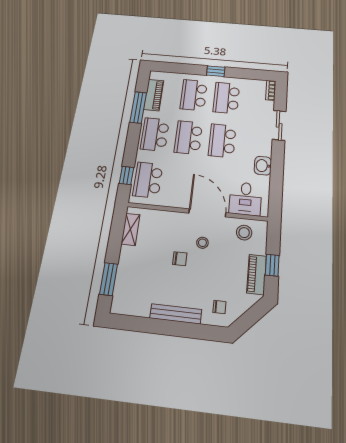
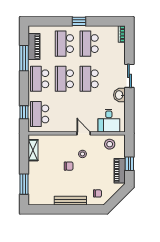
sliding door: (279, 125) -> (129, 76), moved
door: (207, 213) -> (84, 133), width x0.53

